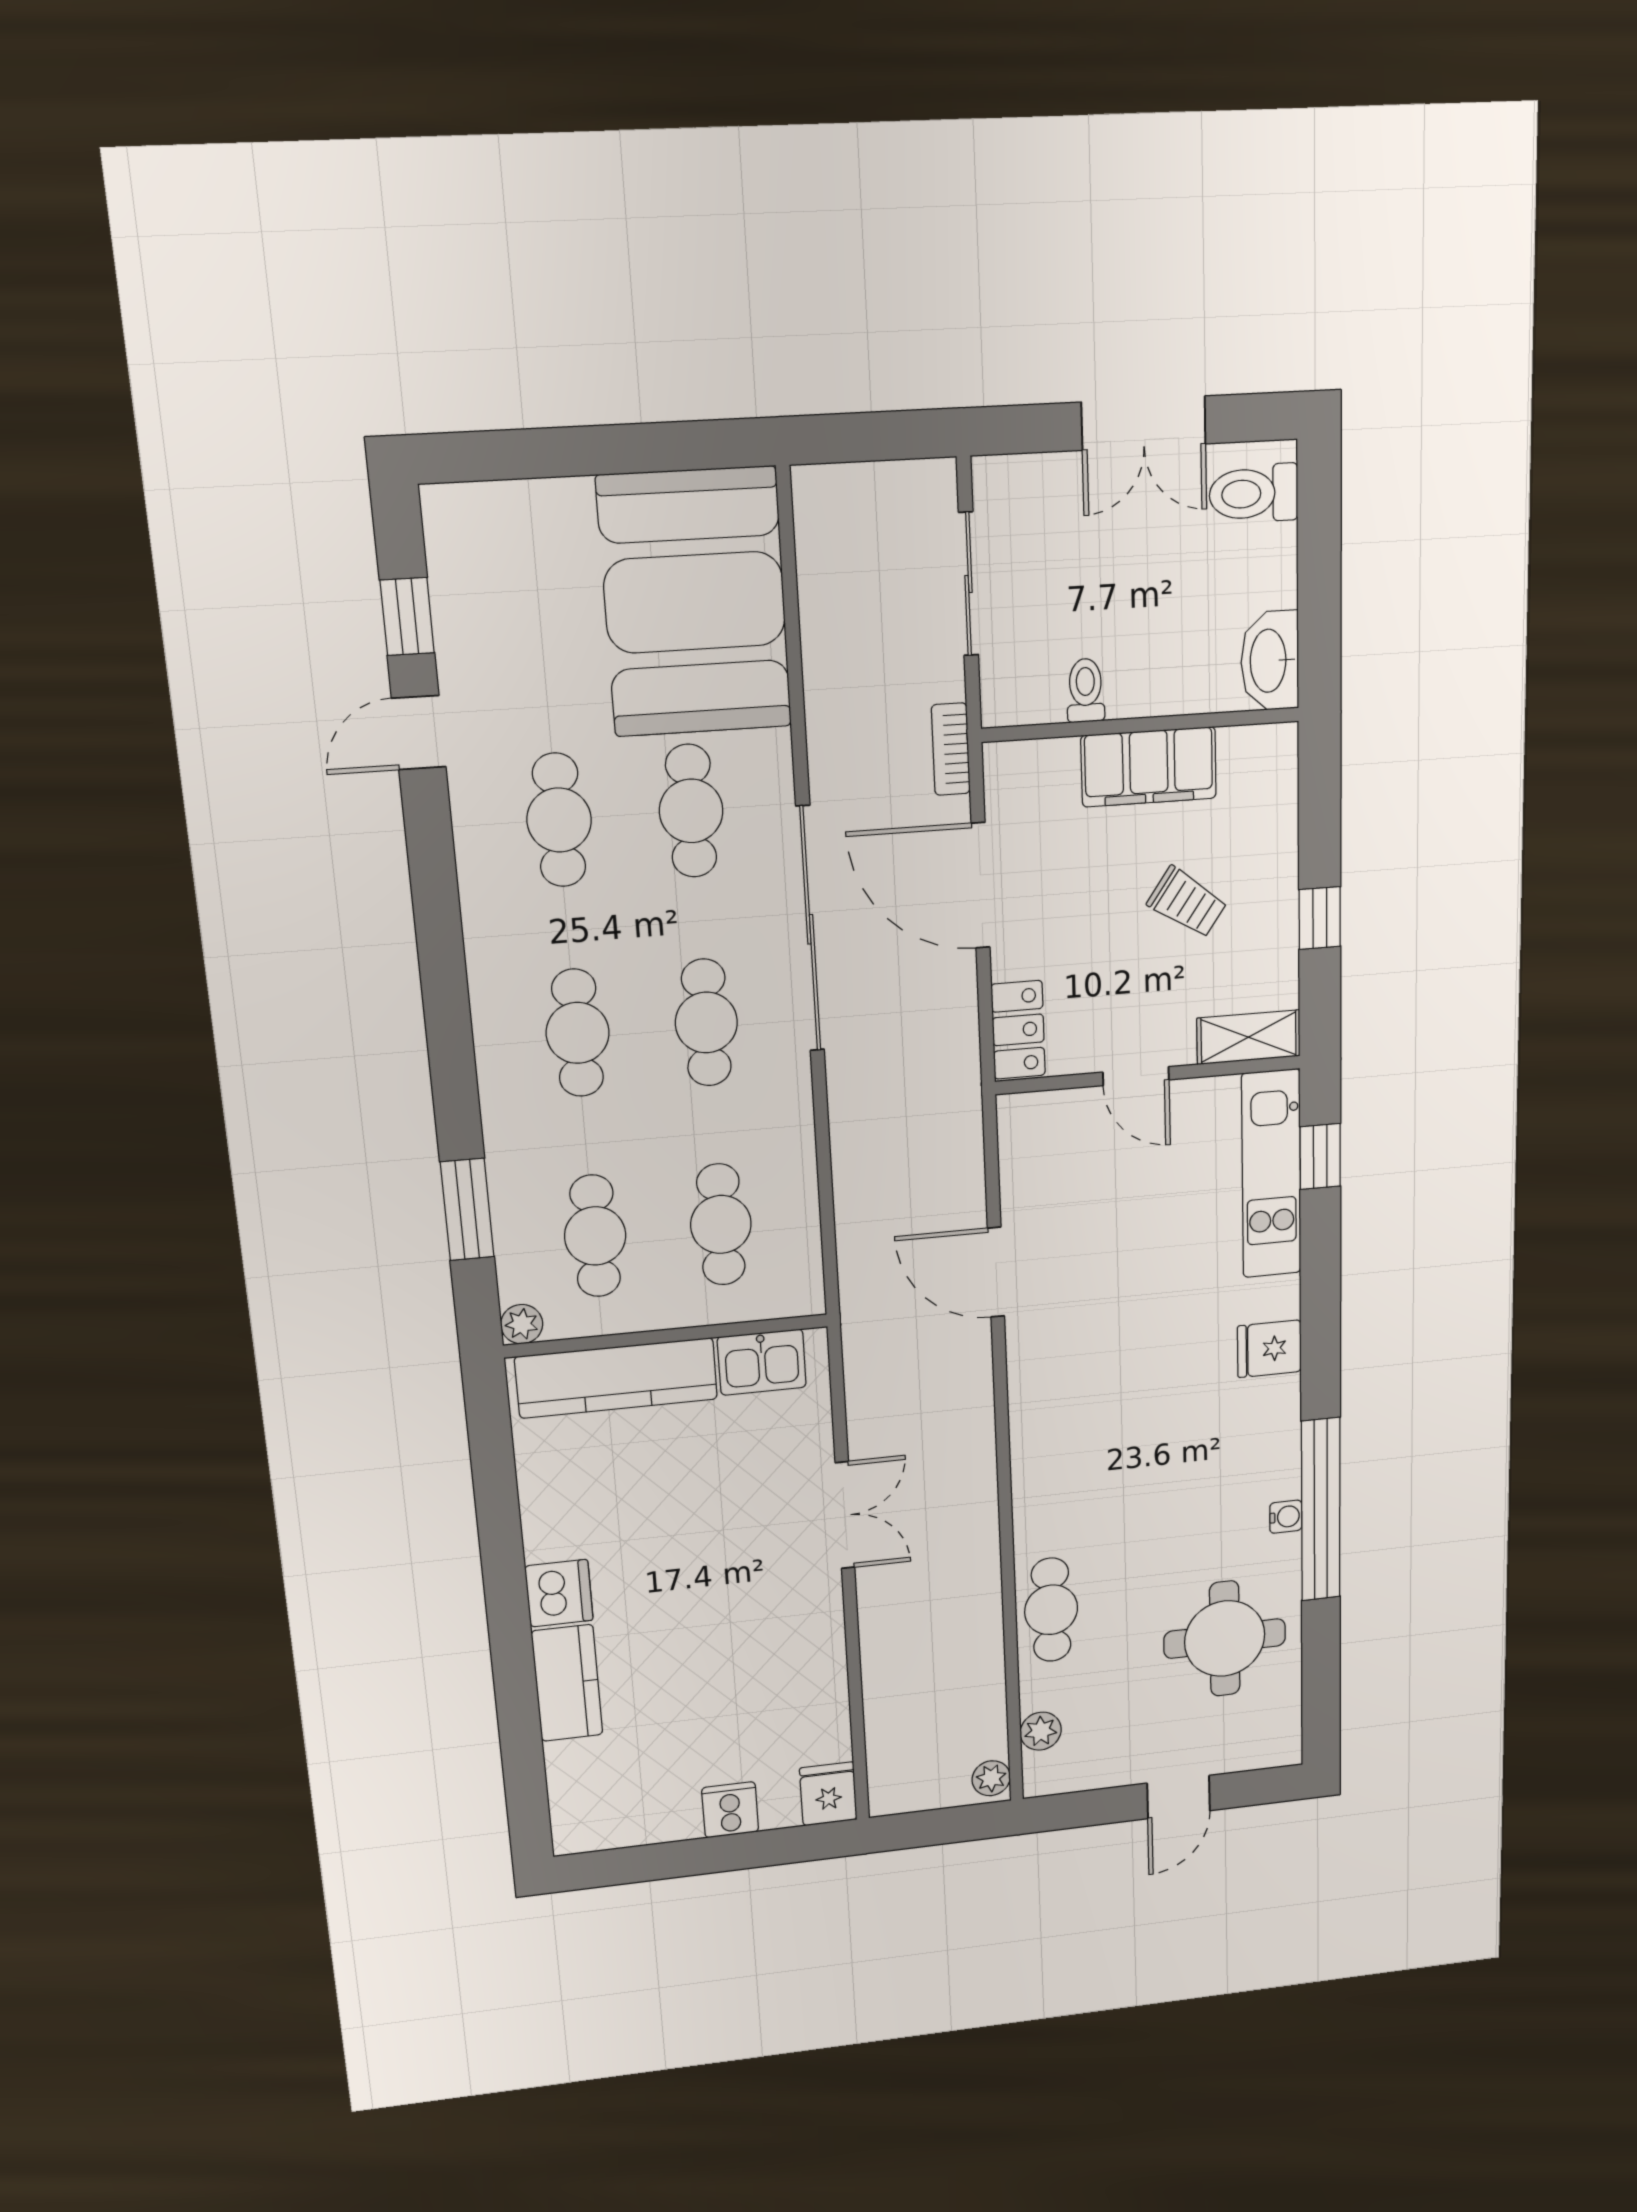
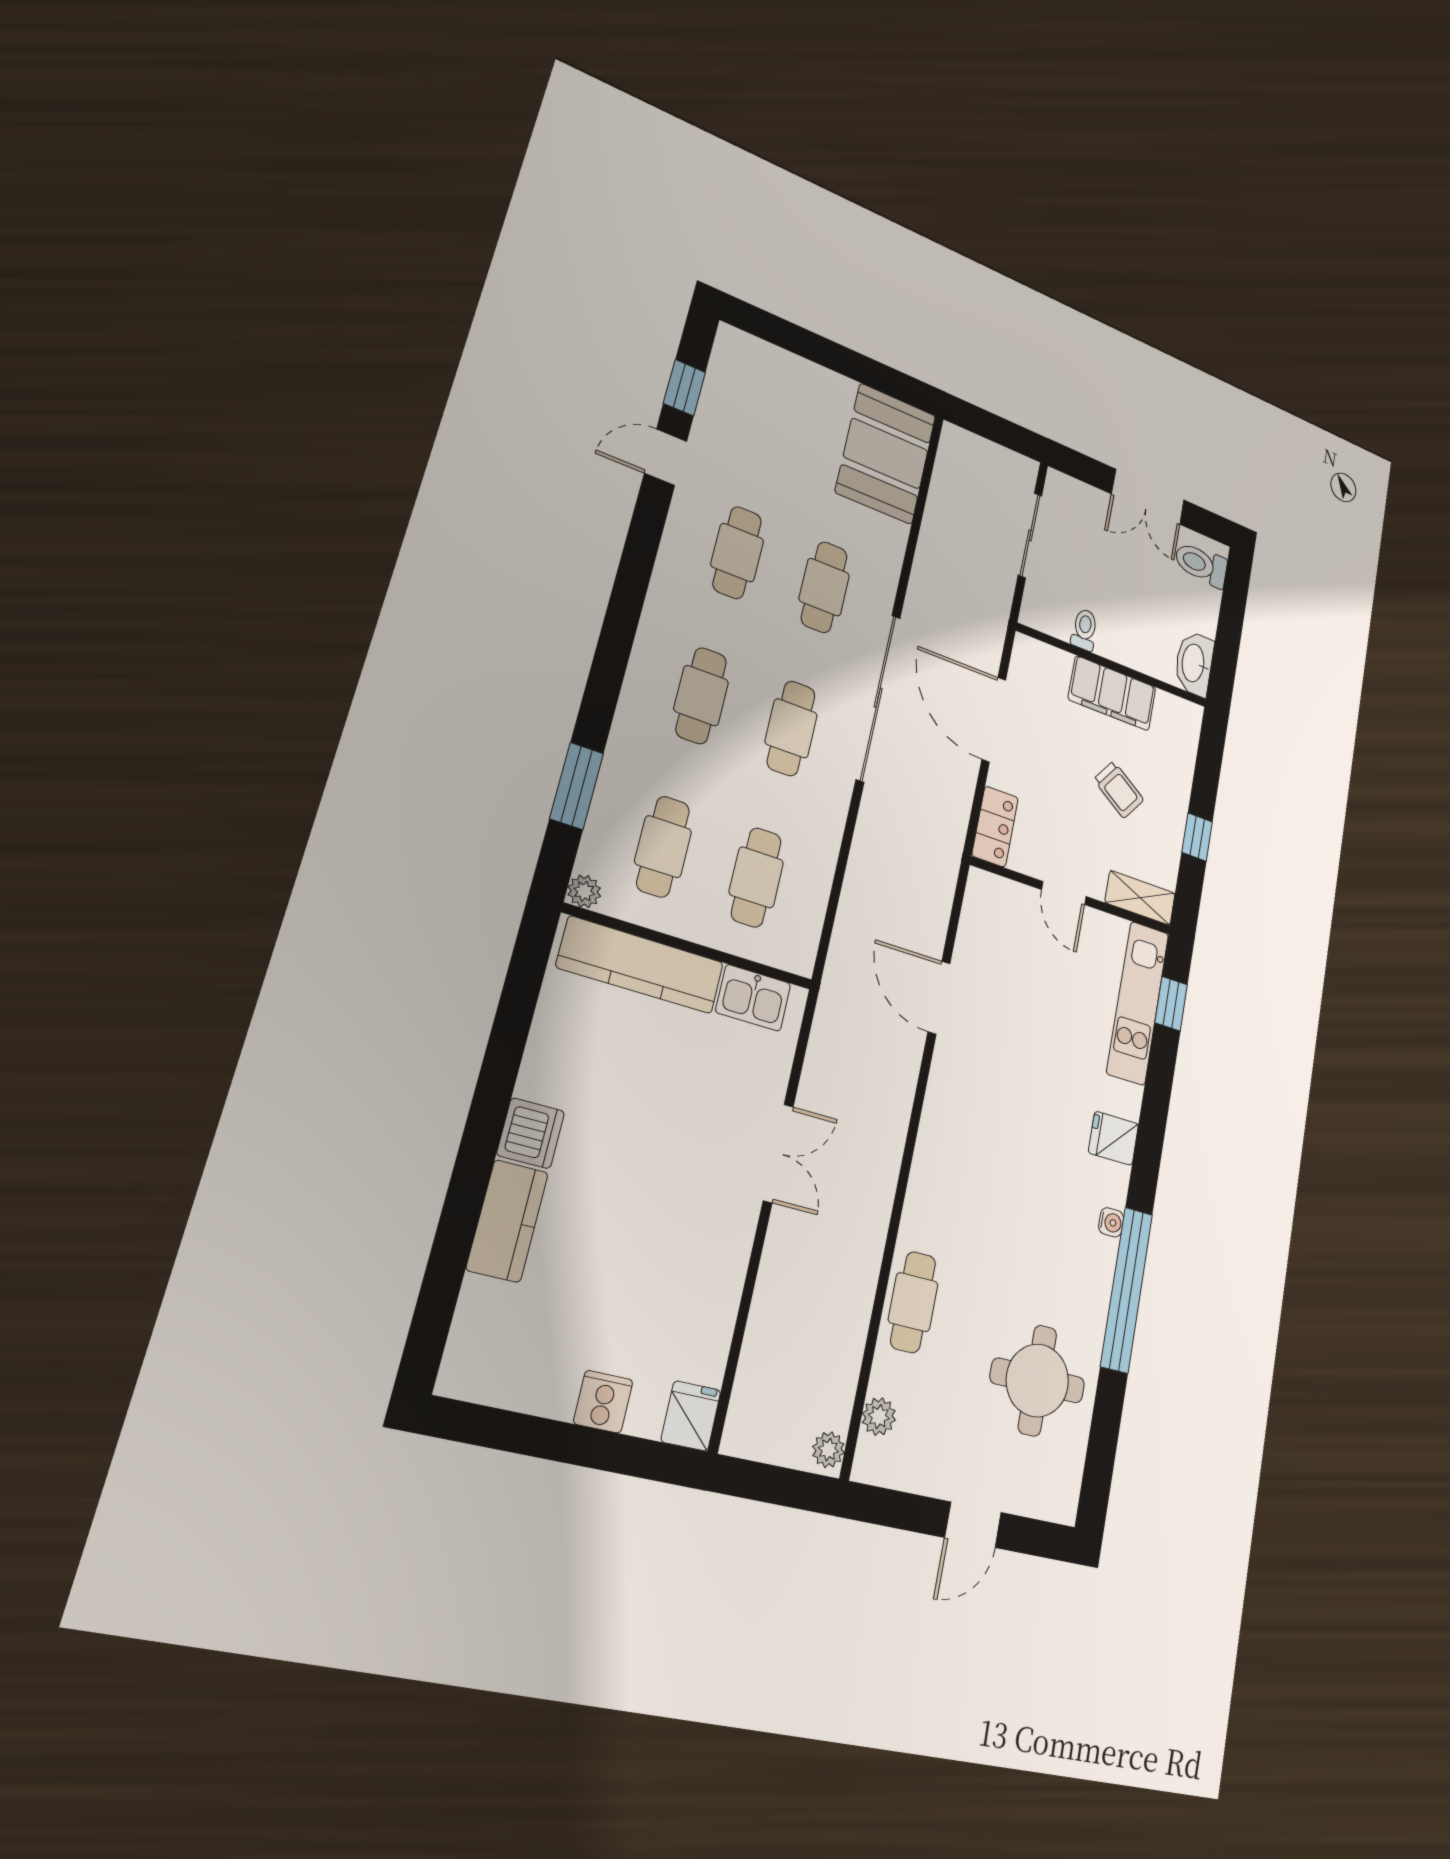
booth: (695, 602) -> (886, 454), width x0.73, depth x0.70
bookcase: (951, 749) -> (996, 626), removed
water cooler: (1286, 1517) -> (1111, 1222), moved

